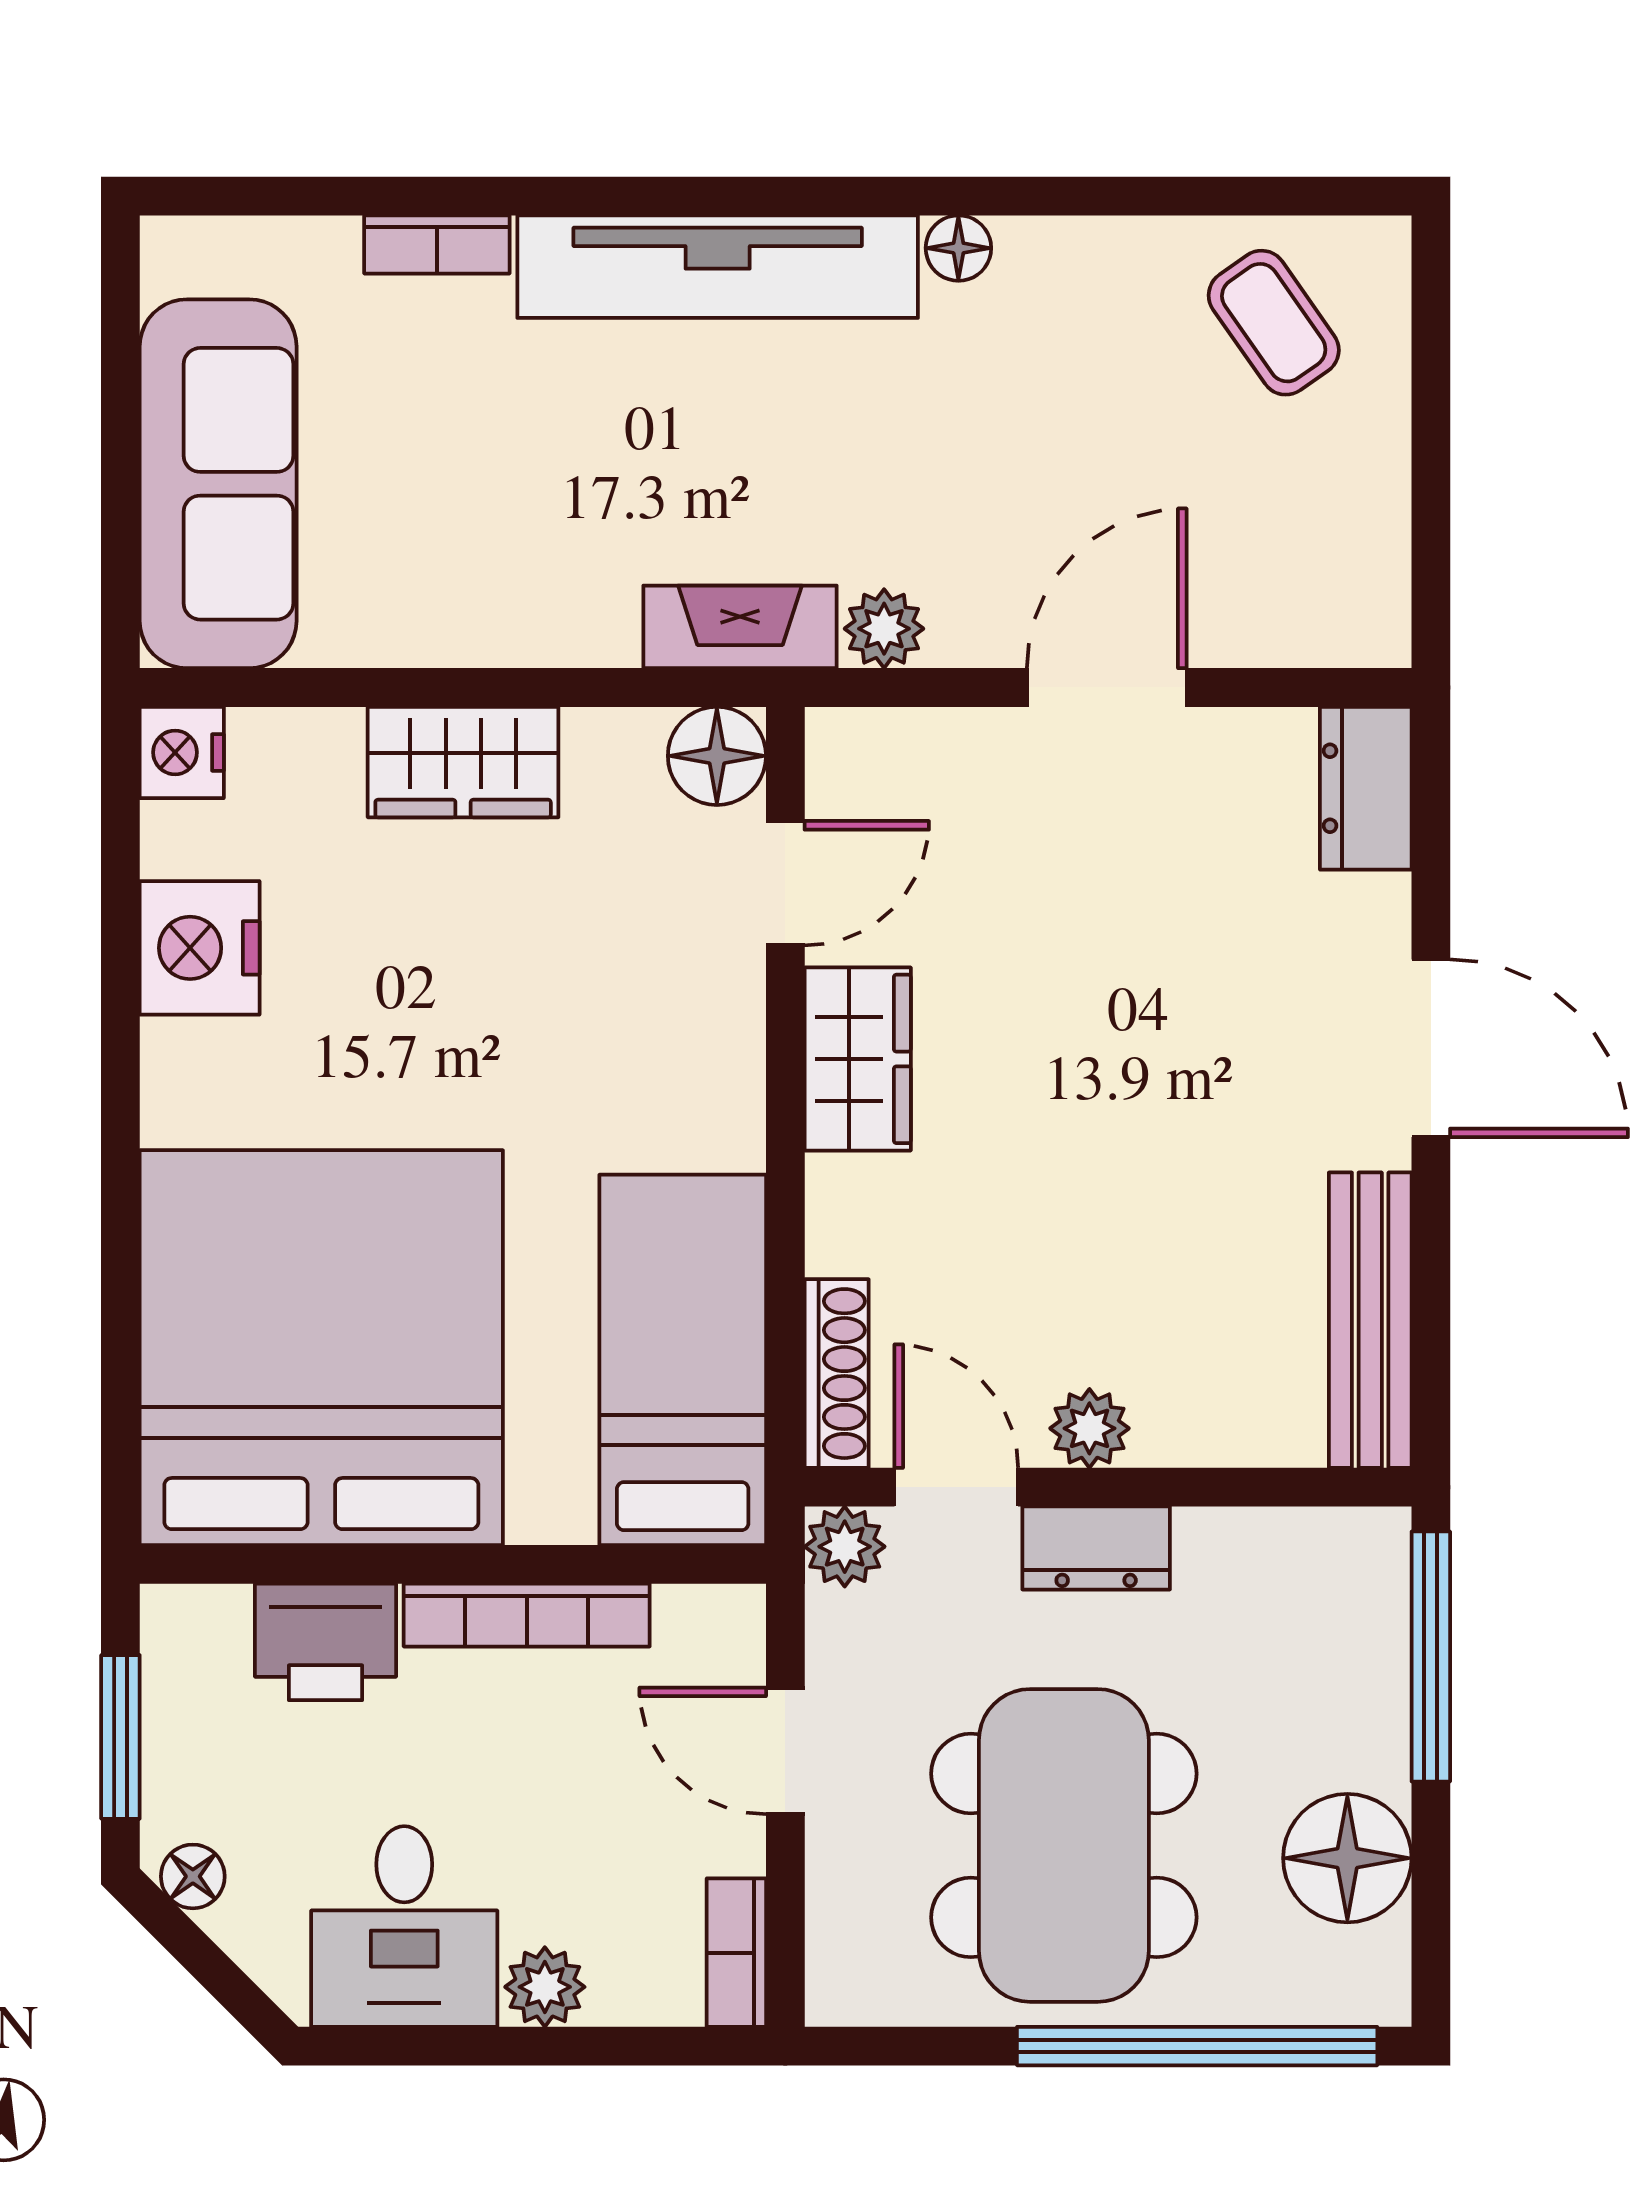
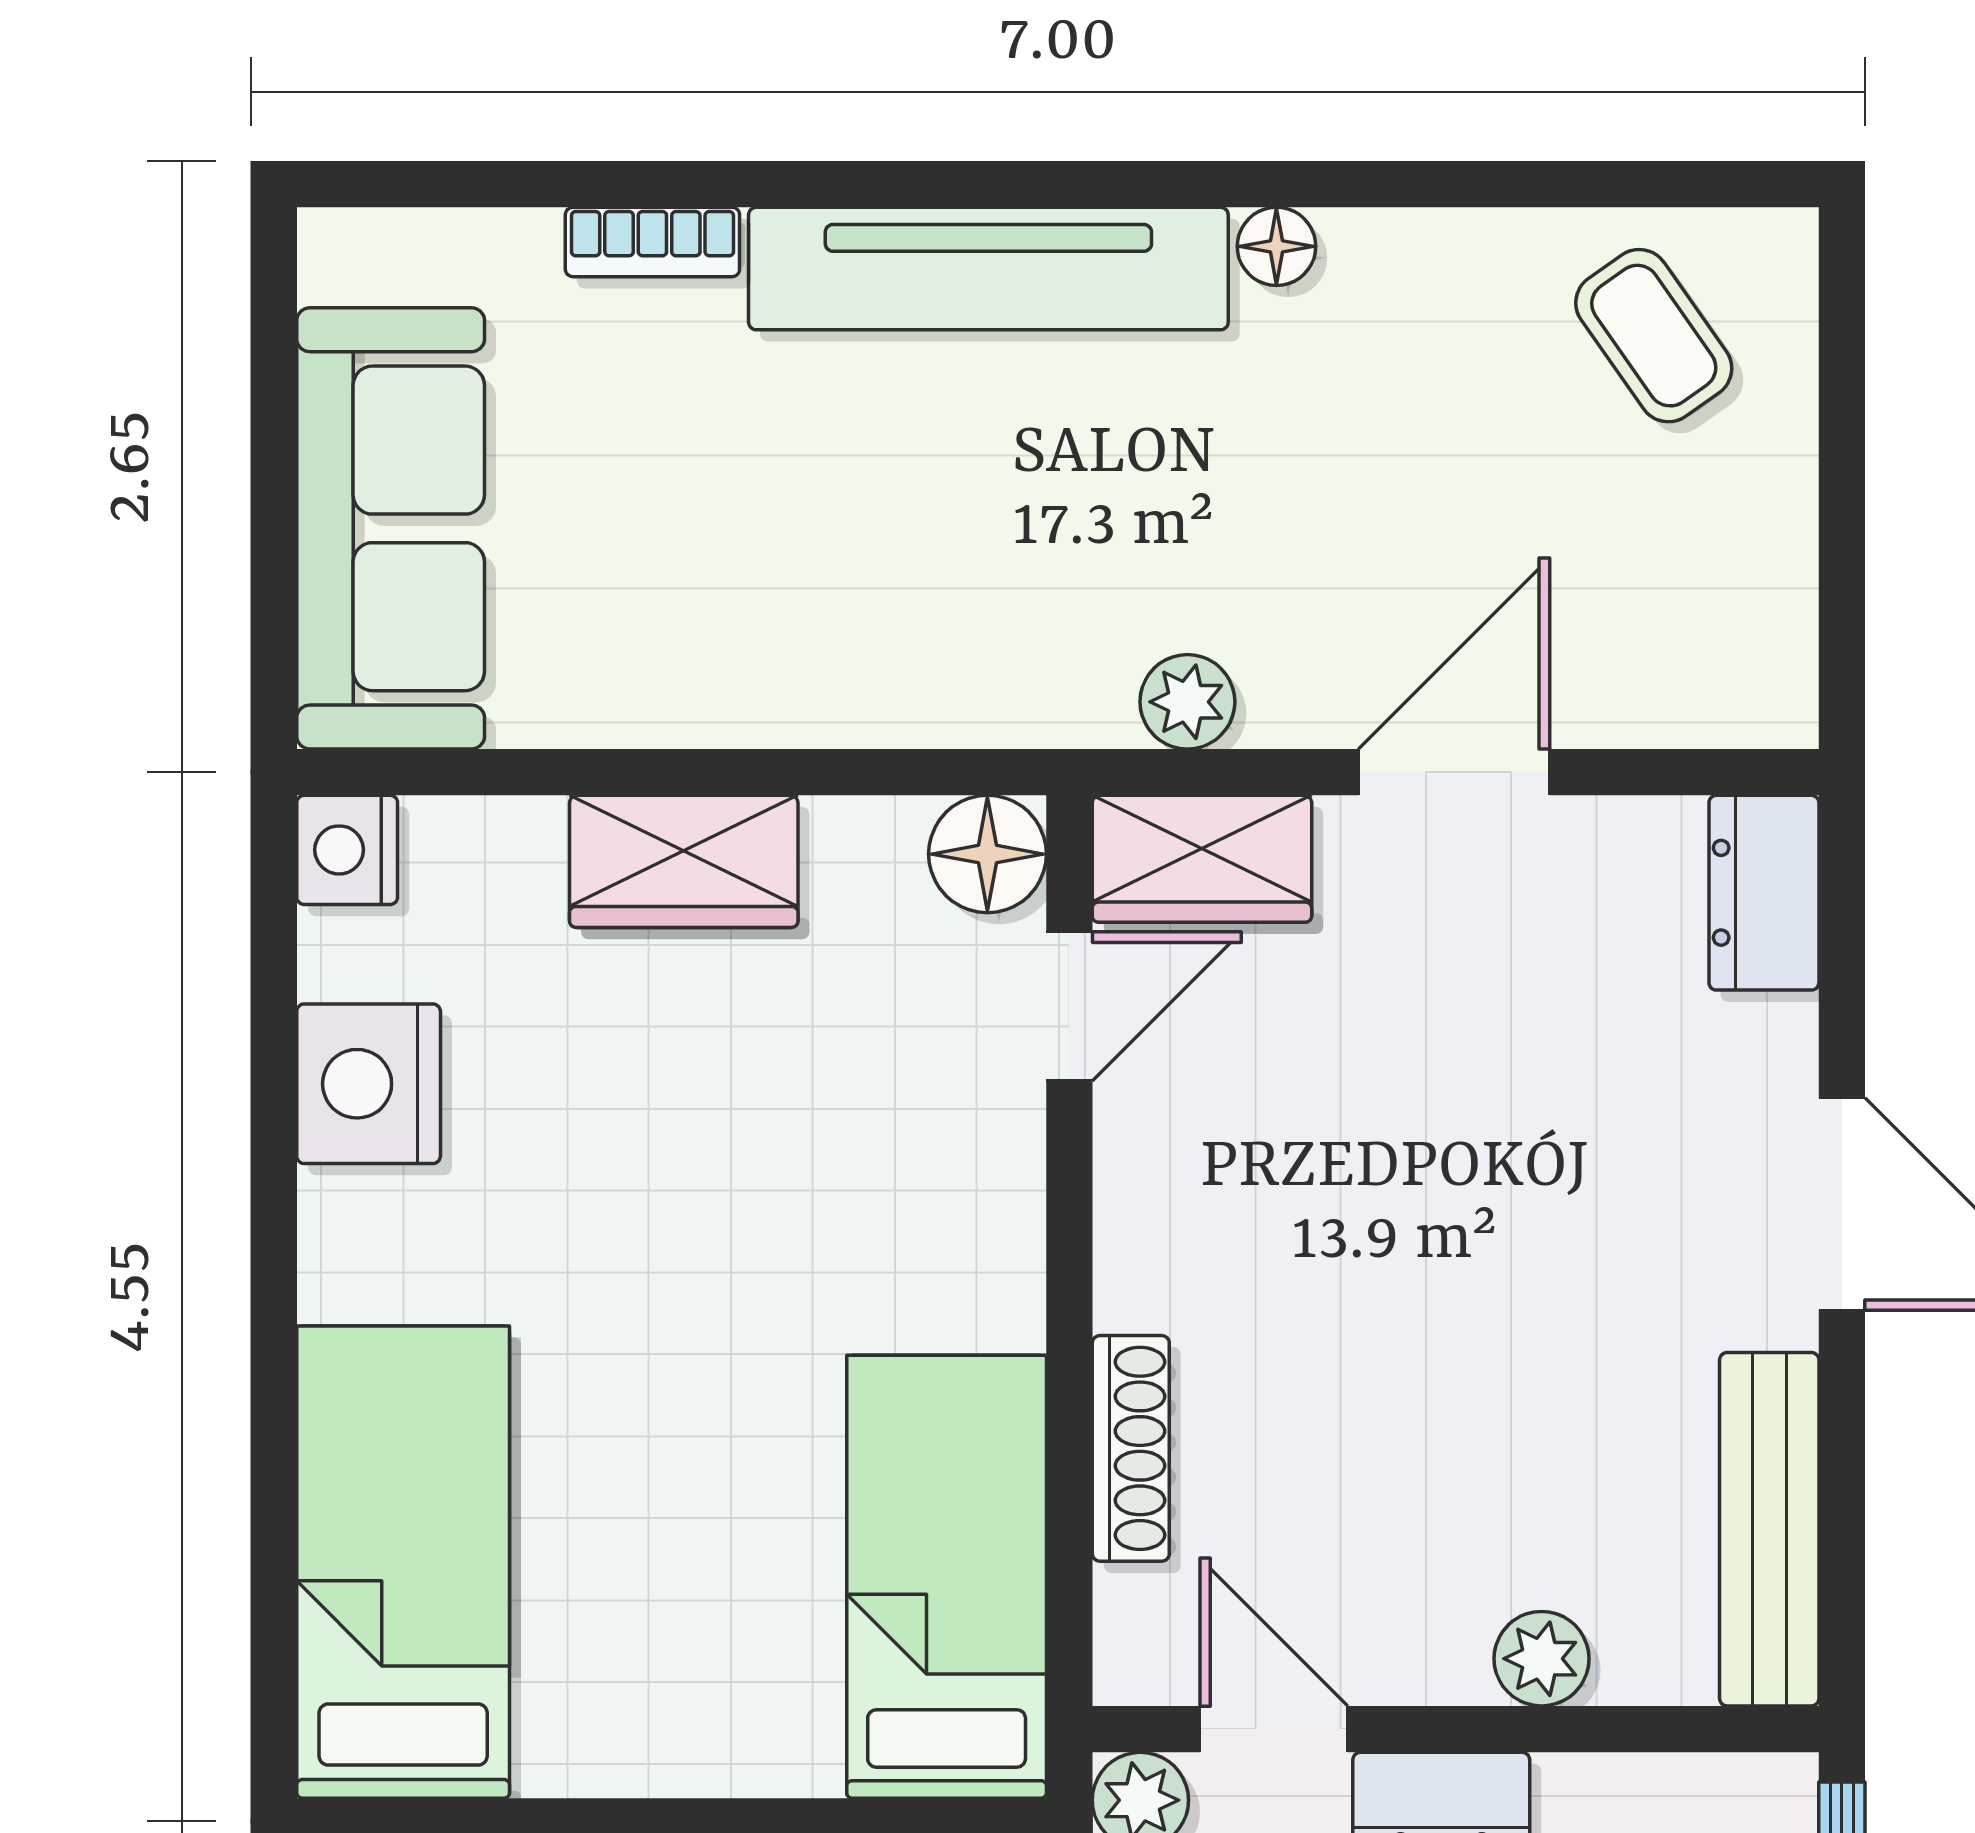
fireplace: (740, 627) -> (1015, 700), removed
wardrobe: (858, 1059) -> (1202, 859), moved, turned 90
bed: (321, 1348) -> (403, 1562), width x0.49
shoe rack: (837, 1374) -> (1131, 1448), moved
plant: (1089, 1428) -> (1542, 1659), moved

